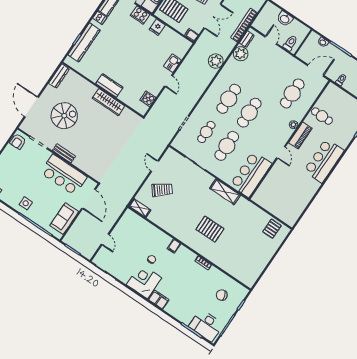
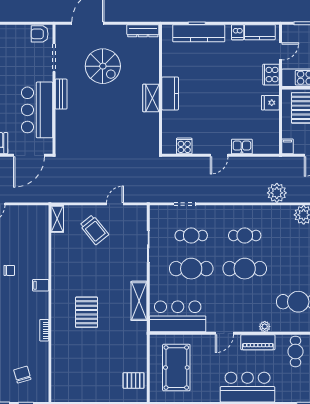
cafe table: (229, 99) -> (245, 236), width x0.73, depth x0.74
wardrobe: (108, 102) -> (151, 98), width x0.67
pool table: (282, 197) -> (176, 368), added

